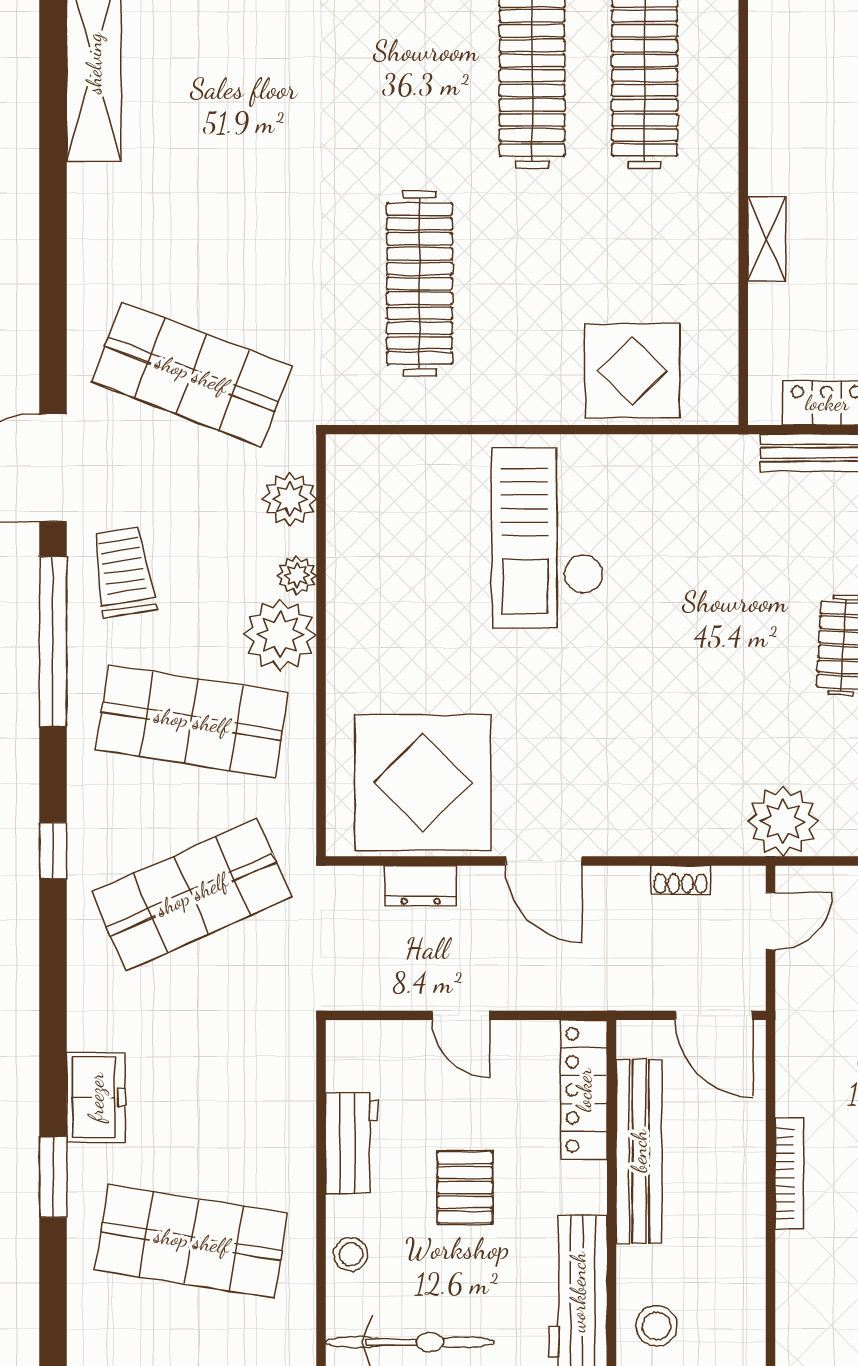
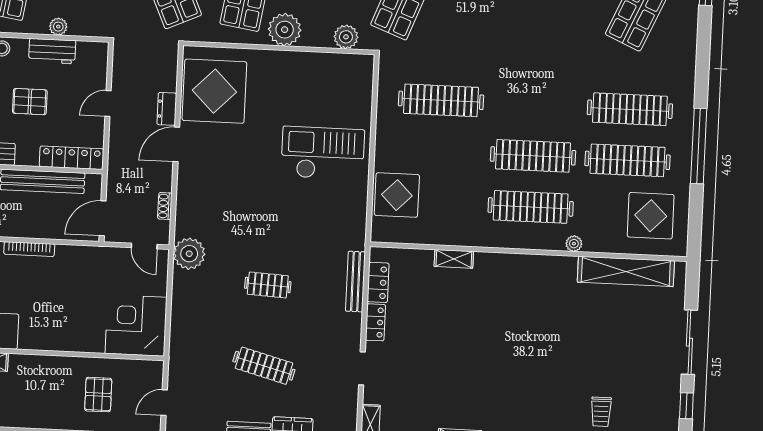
plant: (297, 575) -> (58, 27), moved
dresser: (421, 886) -> (167, 109), moved

